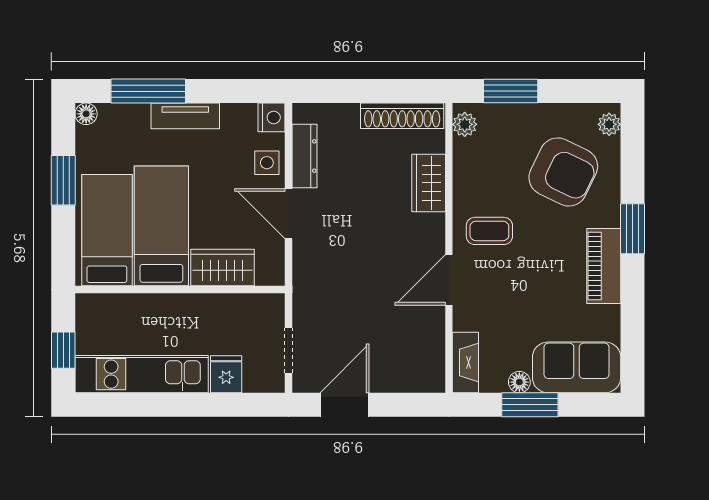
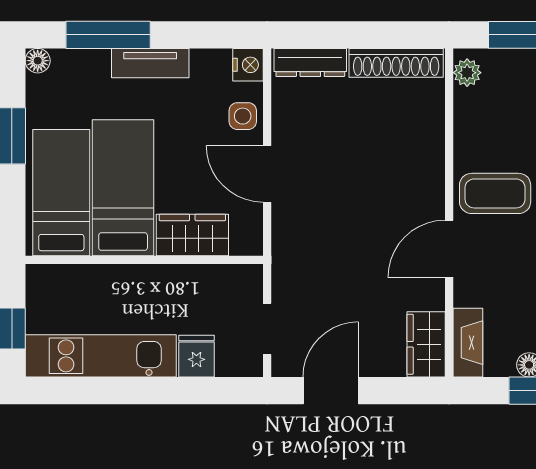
dresser: (305, 156) -> (310, 62), moved, turned 90
wardrobe: (429, 183) -> (426, 344), moved
coffee table: (489, 231) -> (495, 193), width x1.36, depth x1.30

